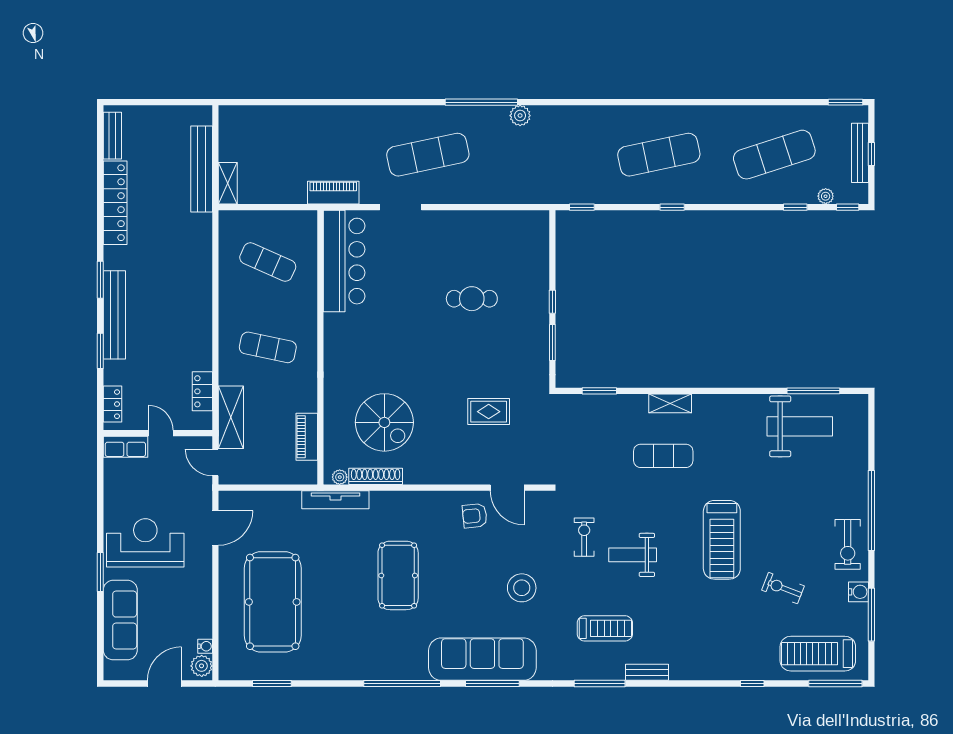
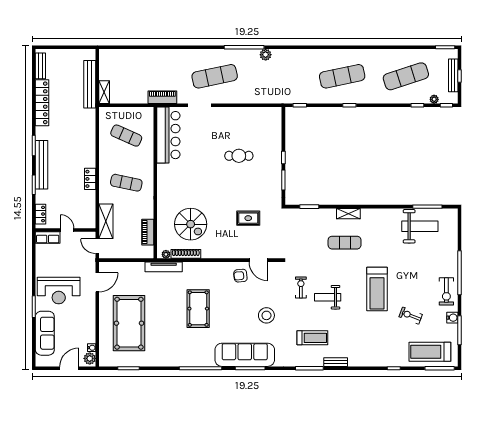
locker: (202, 391) -> (90, 179), moved
reception desk: (145, 543) -> (59, 291), turned 180

